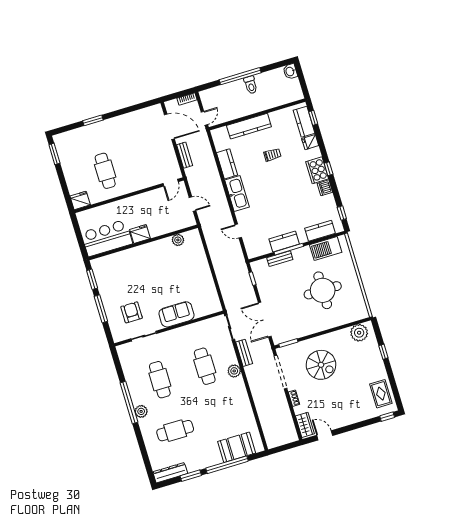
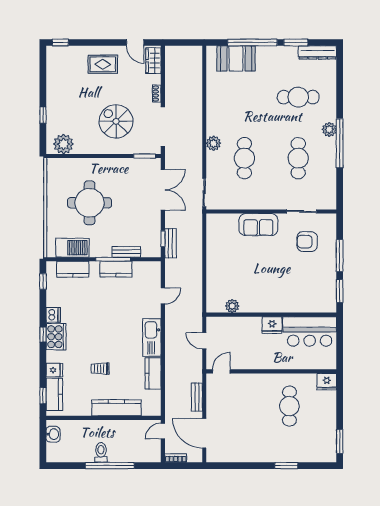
washbasin: (290, 71) -> (53, 434), moved
door: (238, 231) -> (163, 296), hinge flipped
armchair: (132, 312) -> (307, 242), turned 90
bench: (244, 353) -> (171, 243), moved
rug: (381, 394) -> (103, 64), moved, turned 90

